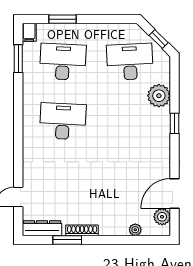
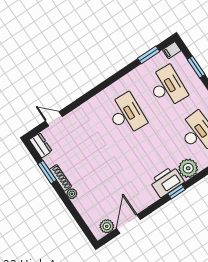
printer: (158, 126) -> (167, 182), added
door: (174, 193) -> (128, 224), hinge flipped
dresser: (42, 228) -> (41, 145), width x0.70
plant: (135, 230) -> (72, 194), moved

